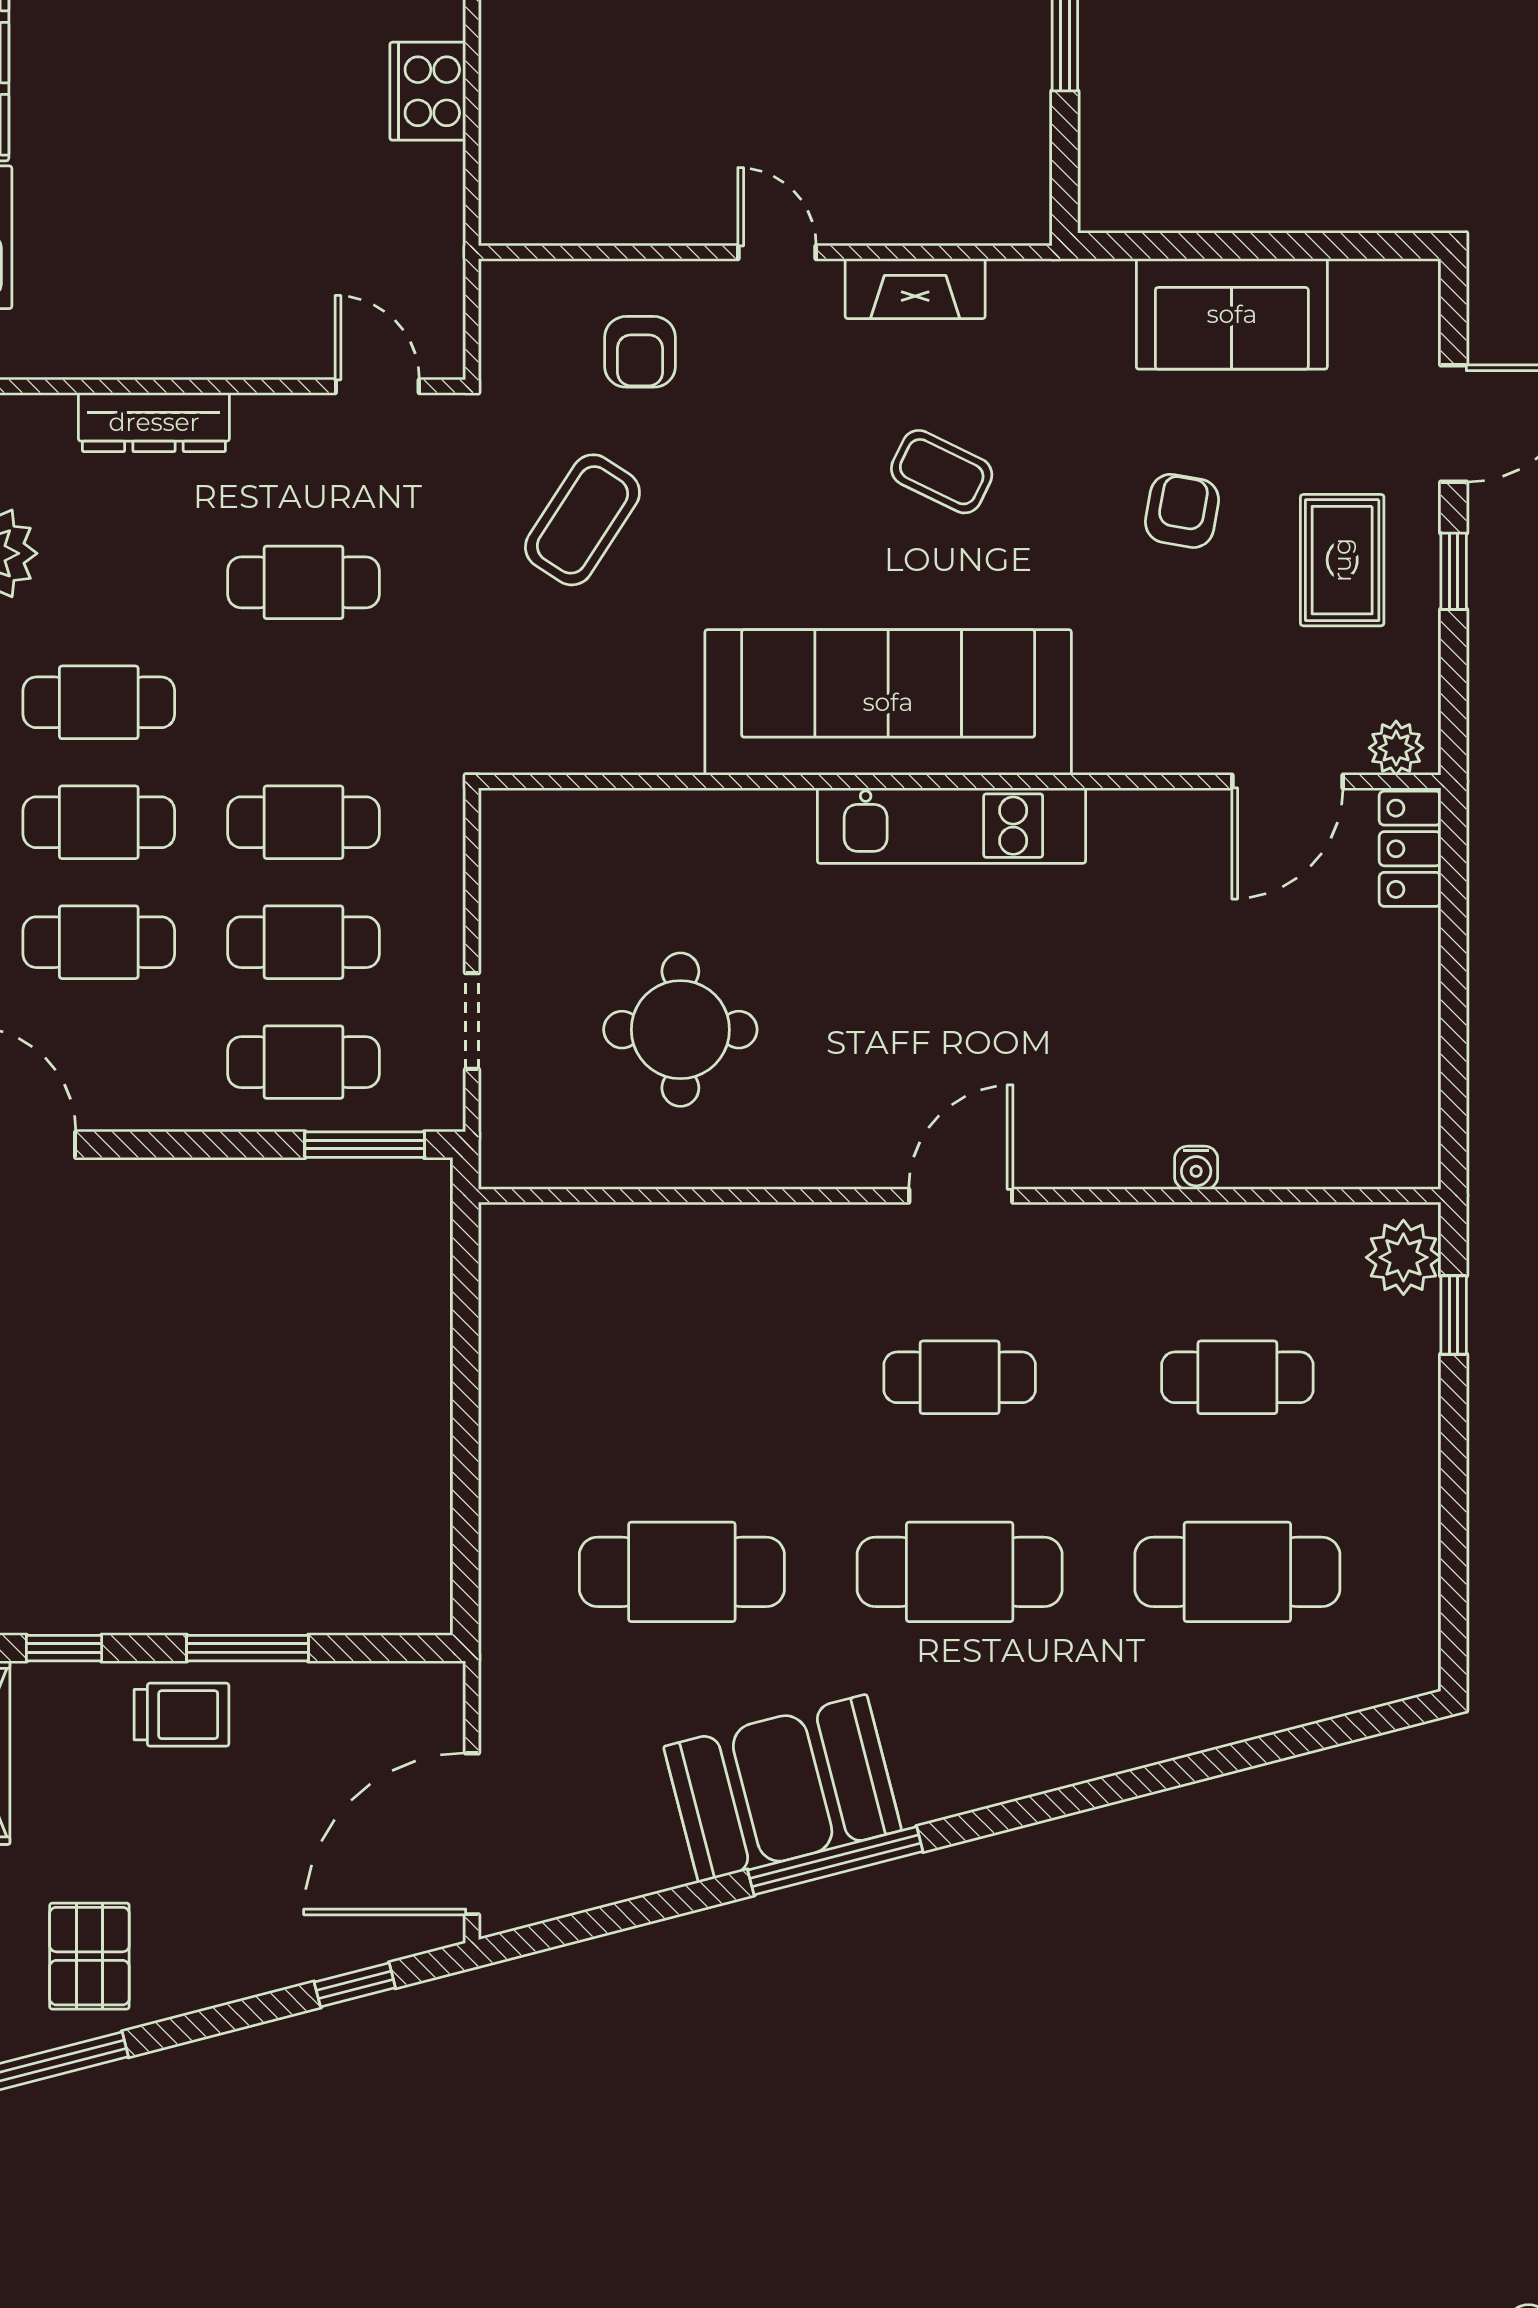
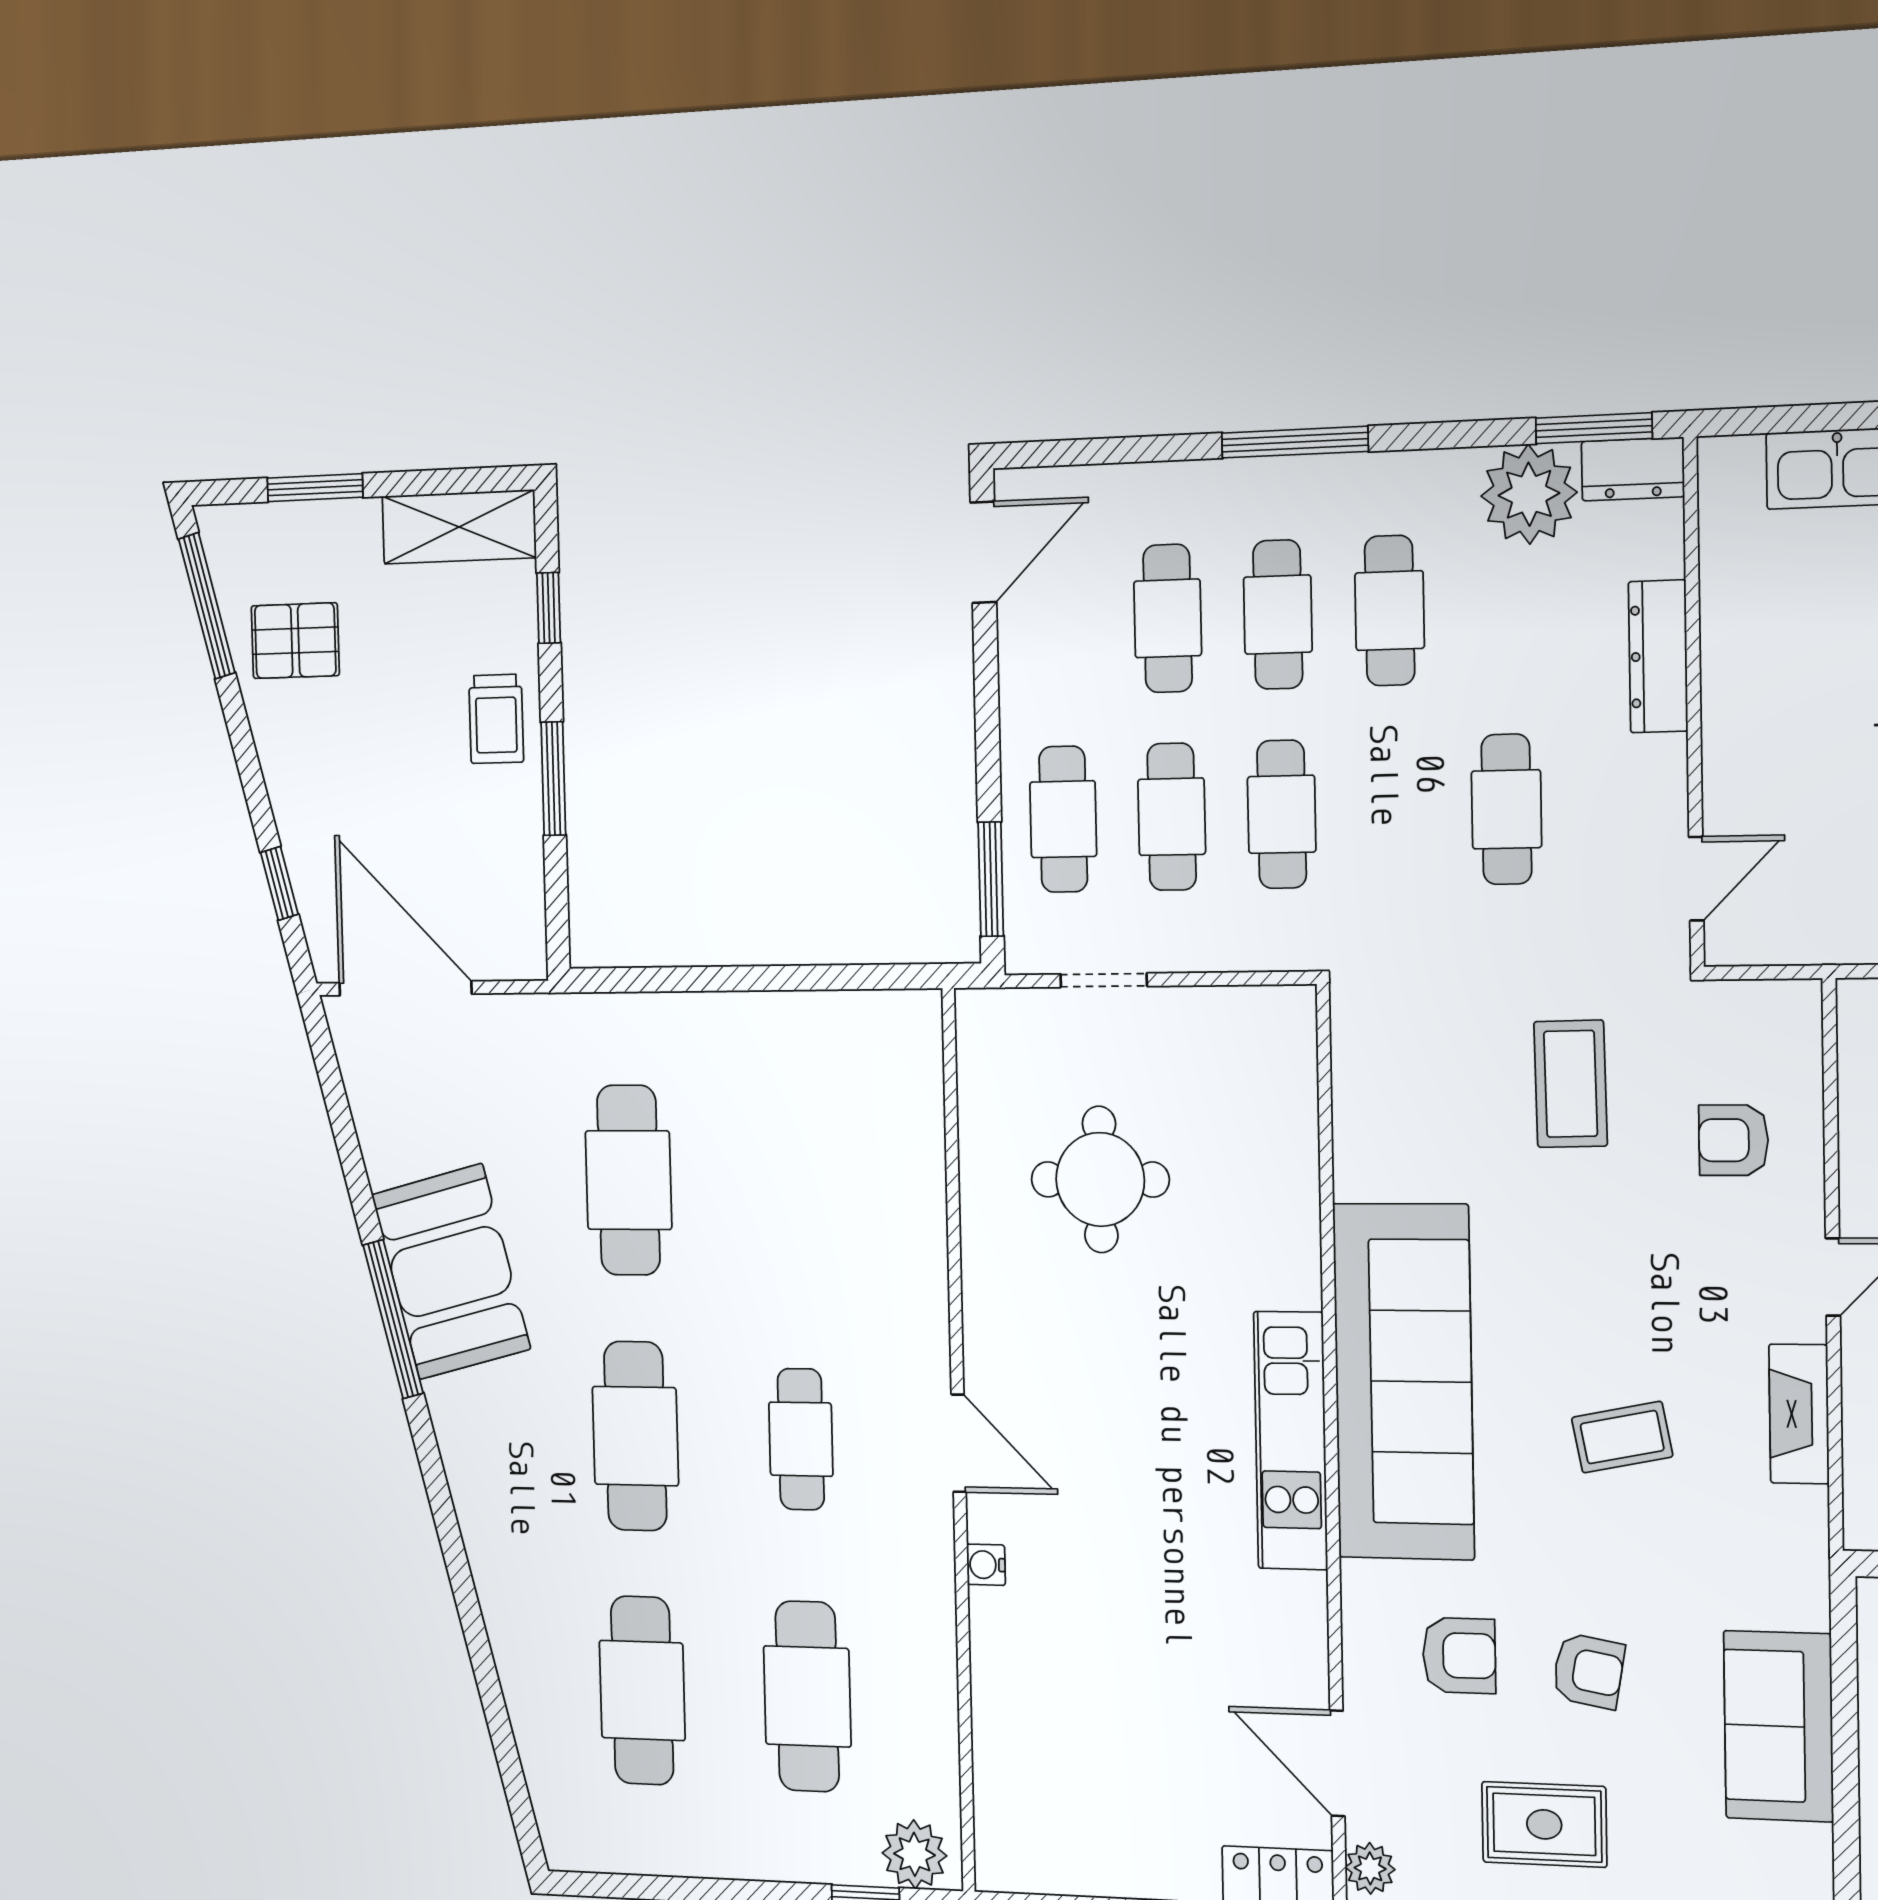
coffee table: (942, 472) -> (1622, 1437), turned 53
coffee table: (582, 520) -> (1571, 1084), turned 56
armchair: (1170, 648) -> (1459, 1655), added
water cooler: (1196, 1168) -> (986, 1565), moved
cafe table: (1237, 1377) -> (807, 1696), width x1.37, depth x1.35

